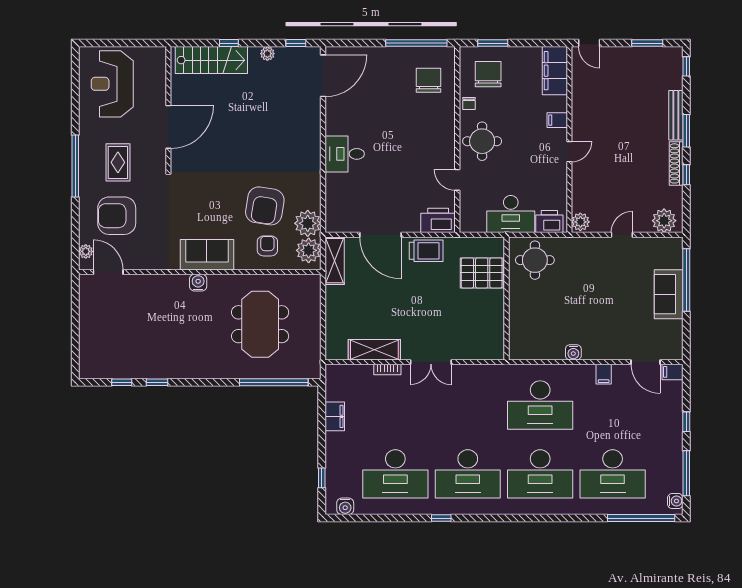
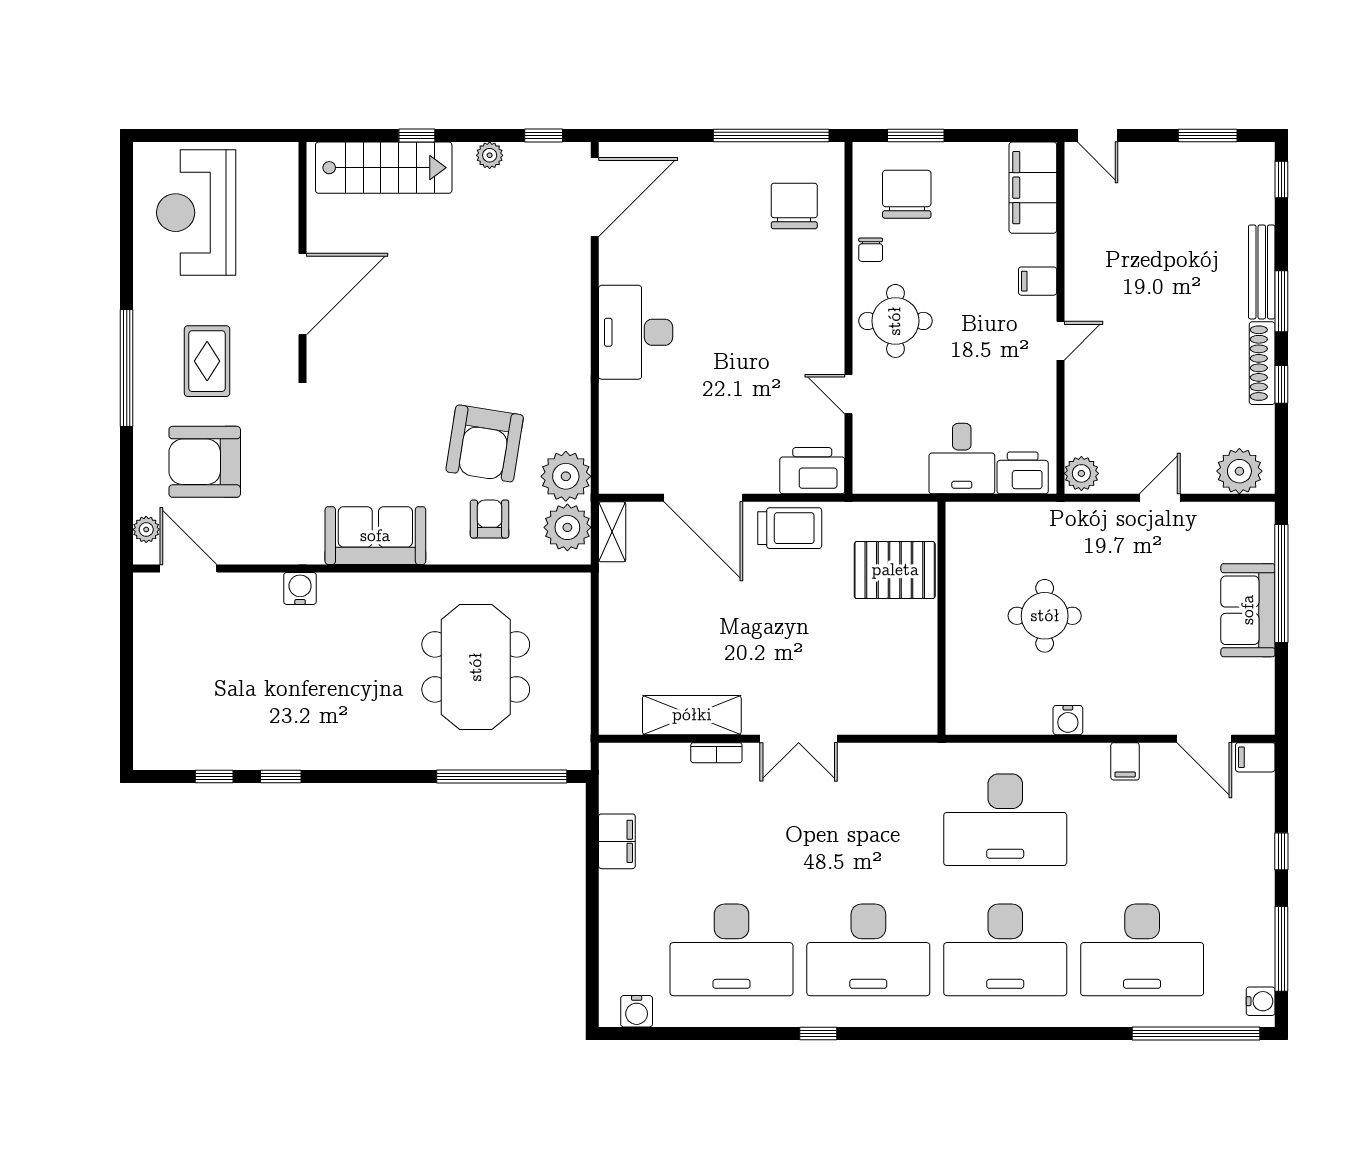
desk: (345, 154) -> (636, 332), width x1.37
desk: (511, 214) -> (962, 459), width x0.73
round table: (535, 260) -> (1045, 616), moved
shelving: (335, 261) -> (612, 532), width x0.67, depth x0.75
water cooler: (198, 283) -> (300, 588), moved
window: (322, 478) -> (592, 957), removed

